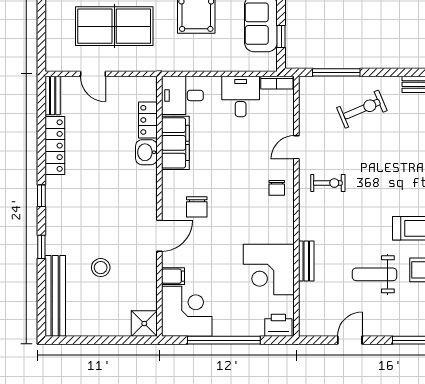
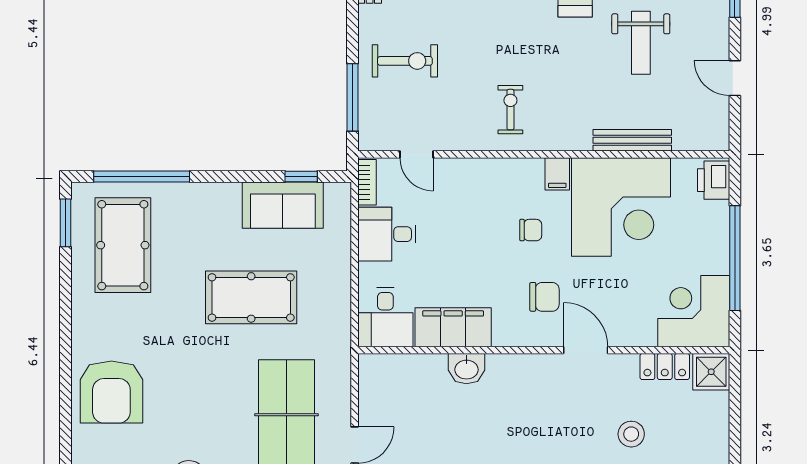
exercise bike: (362, 109) -> (405, 61), turned 113
locker: (148, 120) -> (665, 367), moved
door: (296, 147) -> (416, 154), moved
chair: (277, 188) -> (531, 230), moved
bench: (306, 261) -> (632, 140), width x1.36
corner desk: (269, 270) -> (621, 207), width x1.36, depth x1.36
filing cabinet: (173, 276) -> (557, 174), moved, turned 180

